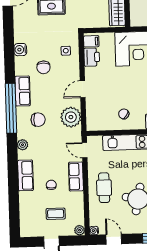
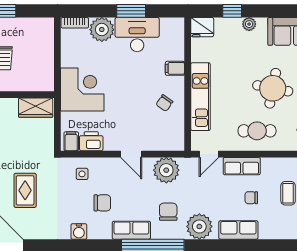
plant: (23, 145) -> (199, 226), width x1.87, depth x1.87

